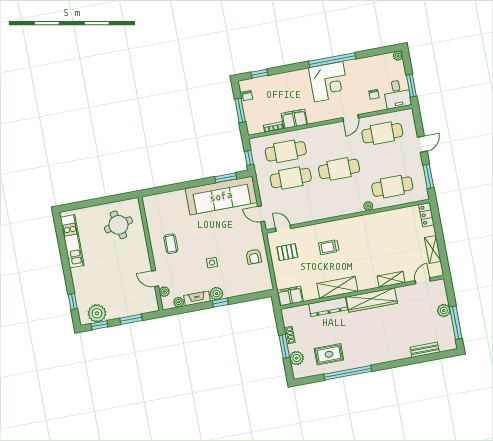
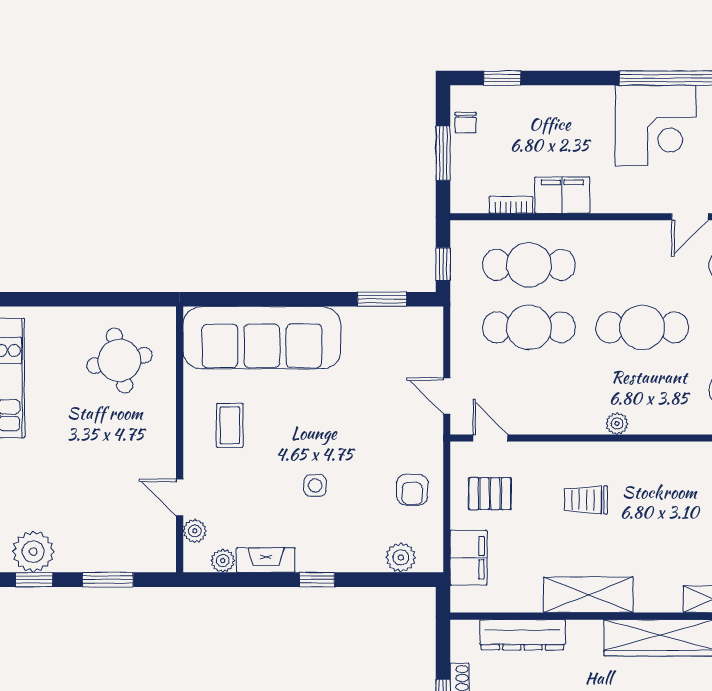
sofa: (221, 196) -> (262, 338), moved
plant: (368, 206) -> (617, 424), moved
plant: (216, 294) -> (401, 557), moved
filing cabinet: (290, 296) -> (469, 558), moved, turned 90
dresser: (328, 307) -> (522, 635), moved

